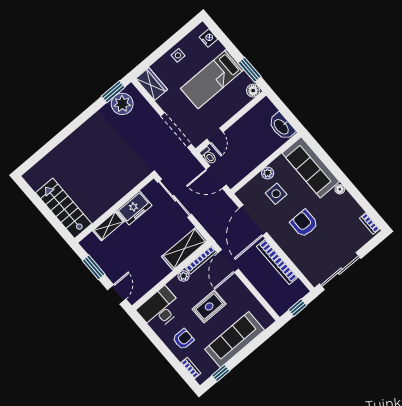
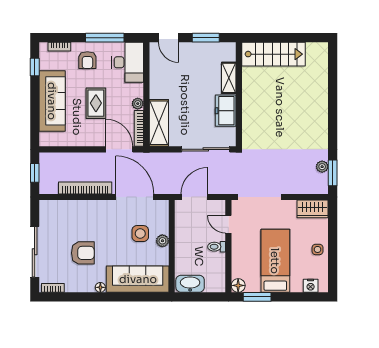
plant: (122, 104) -> (322, 167), width x0.53, depth x0.53
toilet: (208, 156) -> (217, 247), moved
armchair: (304, 223) -> (83, 253), moved
sliding door: (340, 271) -> (35, 252), moved
window: (156, 341) -> (105, 38), added

